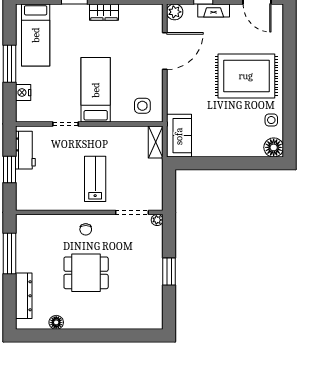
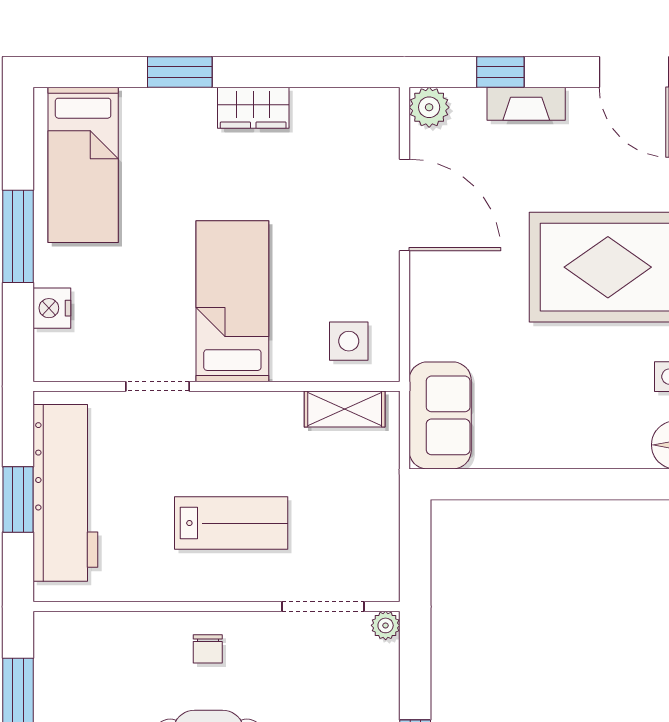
door: (165, 51) -> (404, 205), hinge flipped
shelving: (156, 142) -> (345, 409), moved, turned 90
workbench: (25, 150) -> (65, 493), width x1.88, depth x1.32
lab bench: (95, 179) -> (231, 523), turned 90

